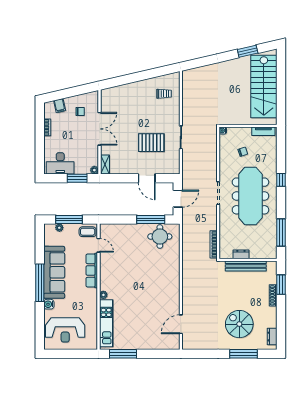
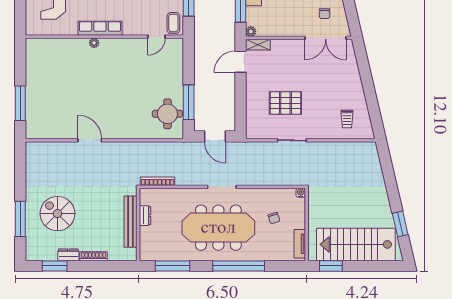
window: (281, 106) -> (331, 266), added
double door: (100, 129) -> (326, 38), moved
pallet: (151, 143) -> (285, 103), turned 90
door: (147, 178) -> (240, 62), moved
window: (281, 180) -> (239, 266), width x3.17
row of seats: (92, 270) -> (100, 28), moved
window: (281, 285) -> (55, 266), moved
kitchen unit: (106, 323) -> (58, 46), removed
door: (181, 324) -> (90, 140), moved
spiral stairs: (239, 324) -> (57, 214), turned -90
dresser: (272, 337) -> (68, 255), moved
window: (123, 354) -> (20, 103), moved

